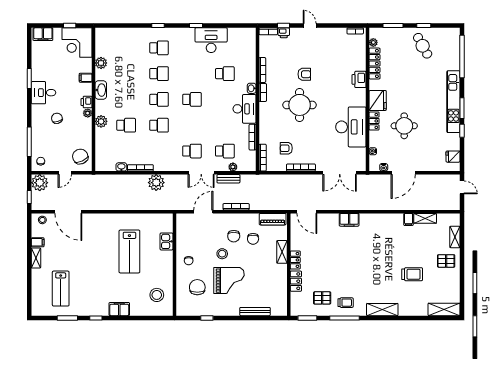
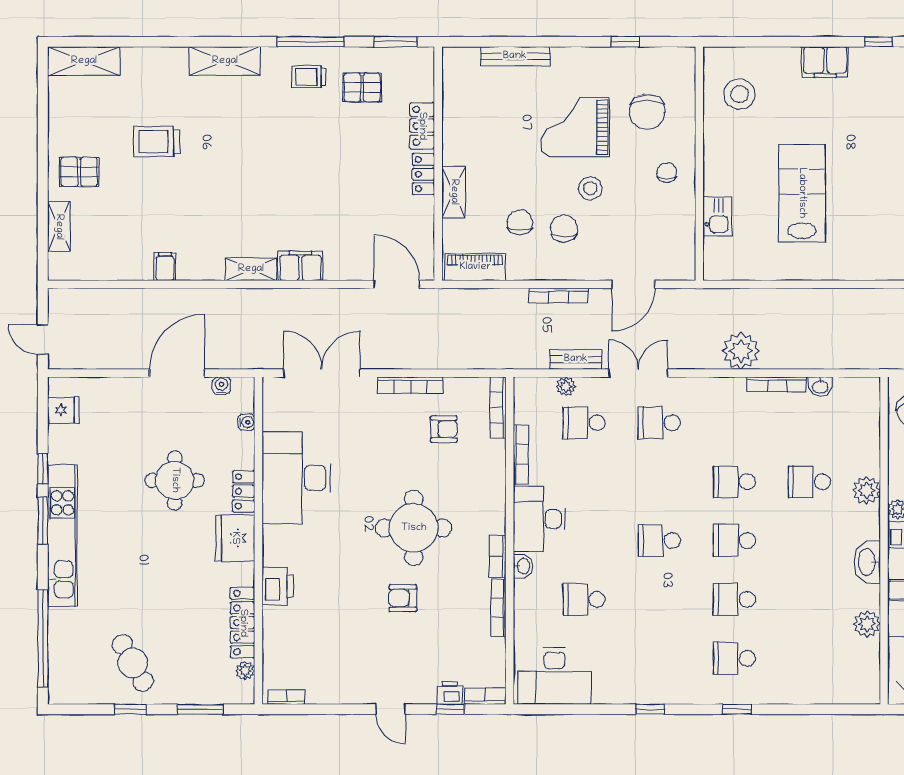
desk: (211, 40) -> (554, 676), moved
shelving: (425, 218) -> (251, 269), moved

